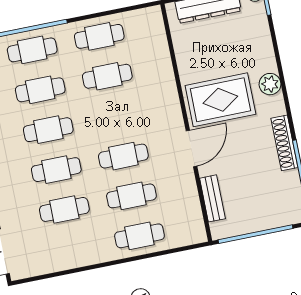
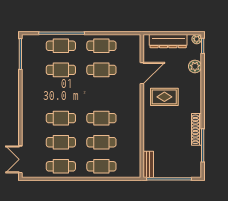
plant: (270, 84) -> (195, 66), moved
rug: (220, 100) -> (164, 97), width x0.73, depth x0.70
cafe table: (48, 130) -> (61, 166), moved
door: (192, 148) -> (142, 73), moved
bench: (212, 198) -> (148, 164), moved

